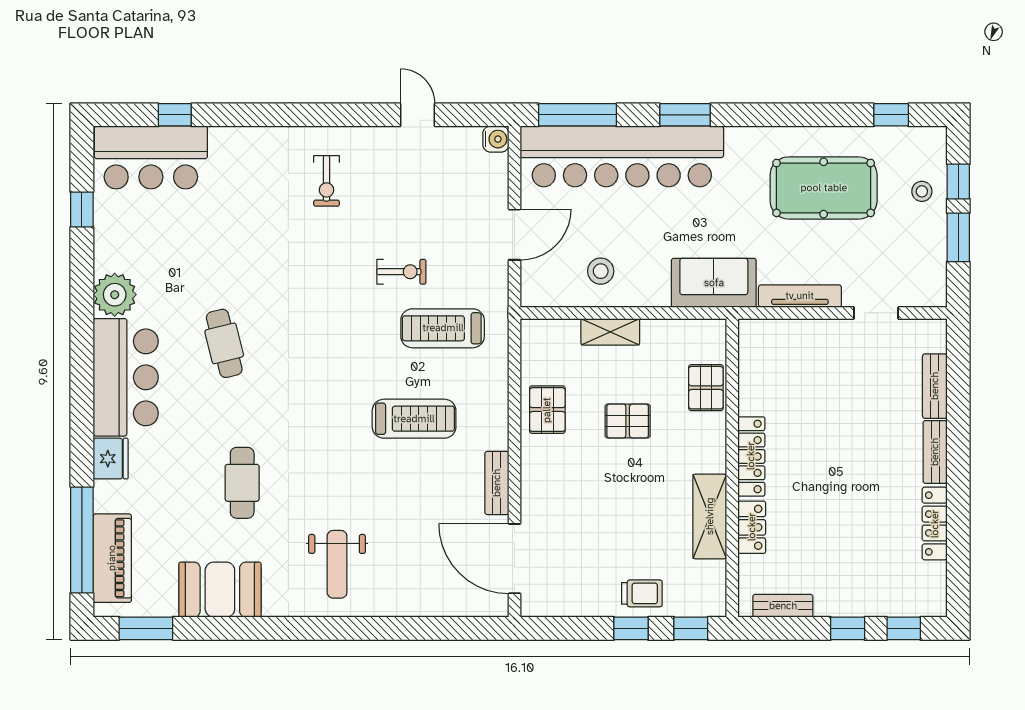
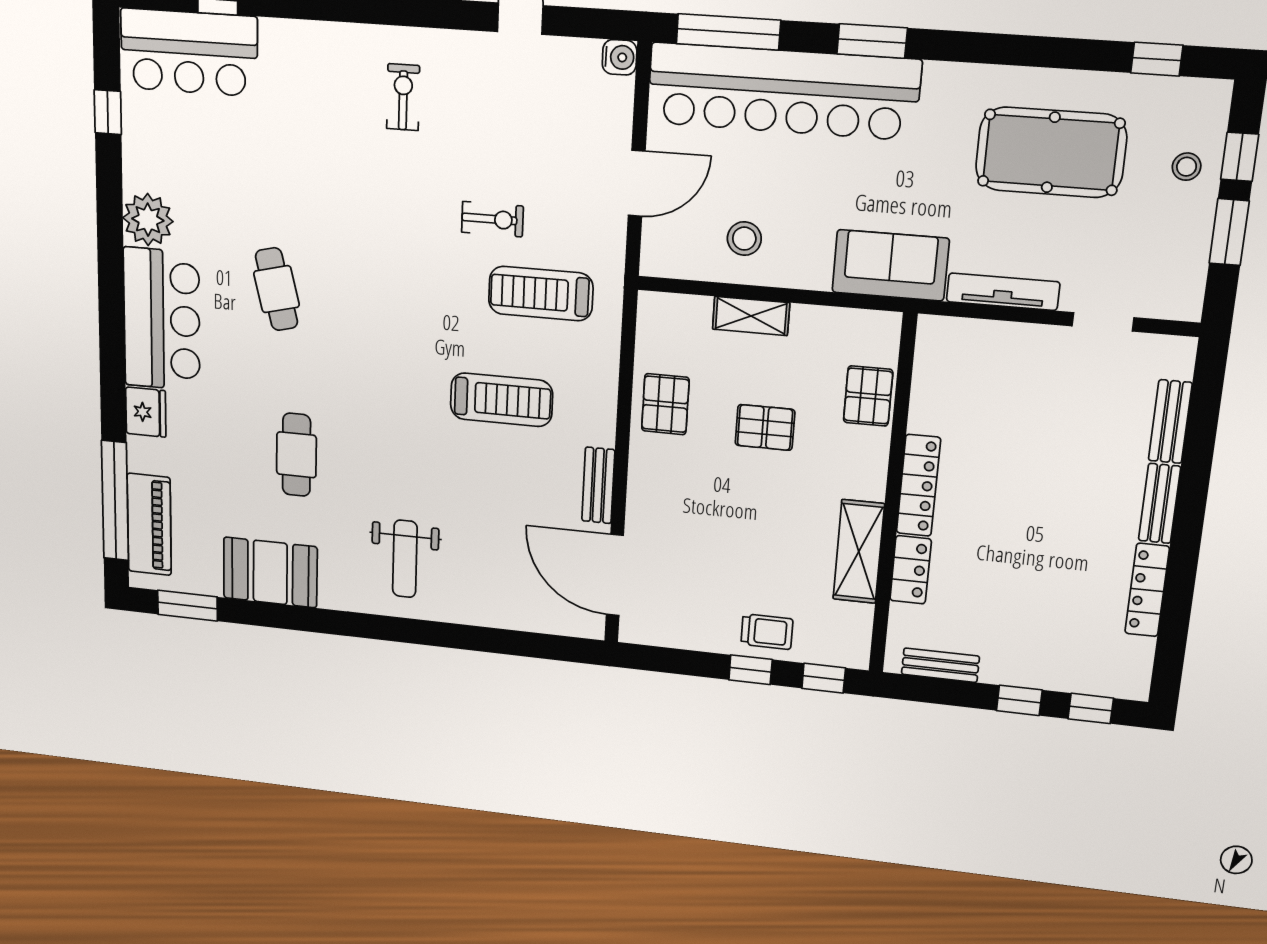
exercise bike: (327, 181) -> (403, 97), turned 180

